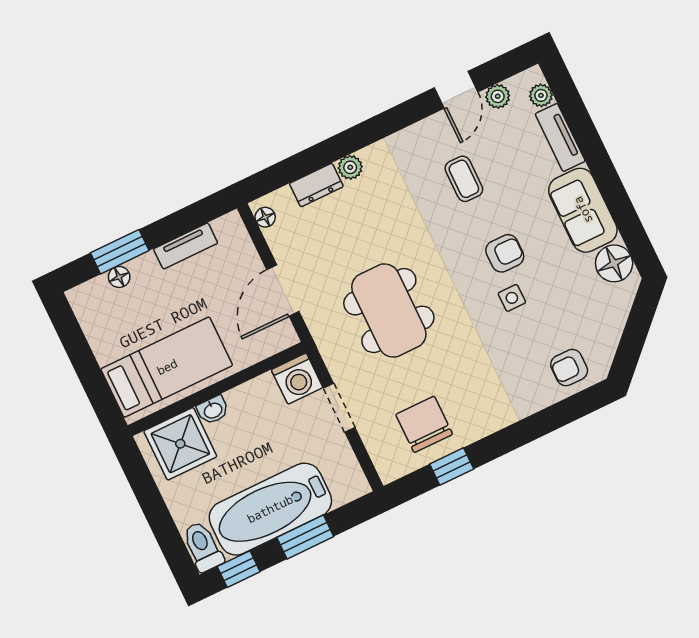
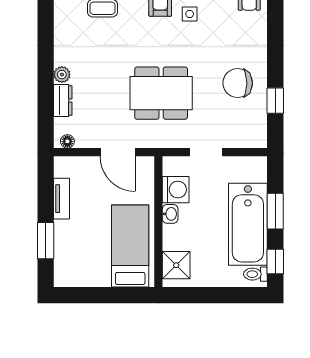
floor lamp: (119, 277) -> (61, 248), removed
washing machine: (297, 379) -> (176, 190), moved
washbasin: (213, 410) -> (170, 214), moved
chair: (424, 424) -> (238, 83), moved
shower: (180, 444) -> (176, 265), width x0.73, depth x0.73
toilet: (203, 547) -> (255, 274), width x0.73, depth x0.72

